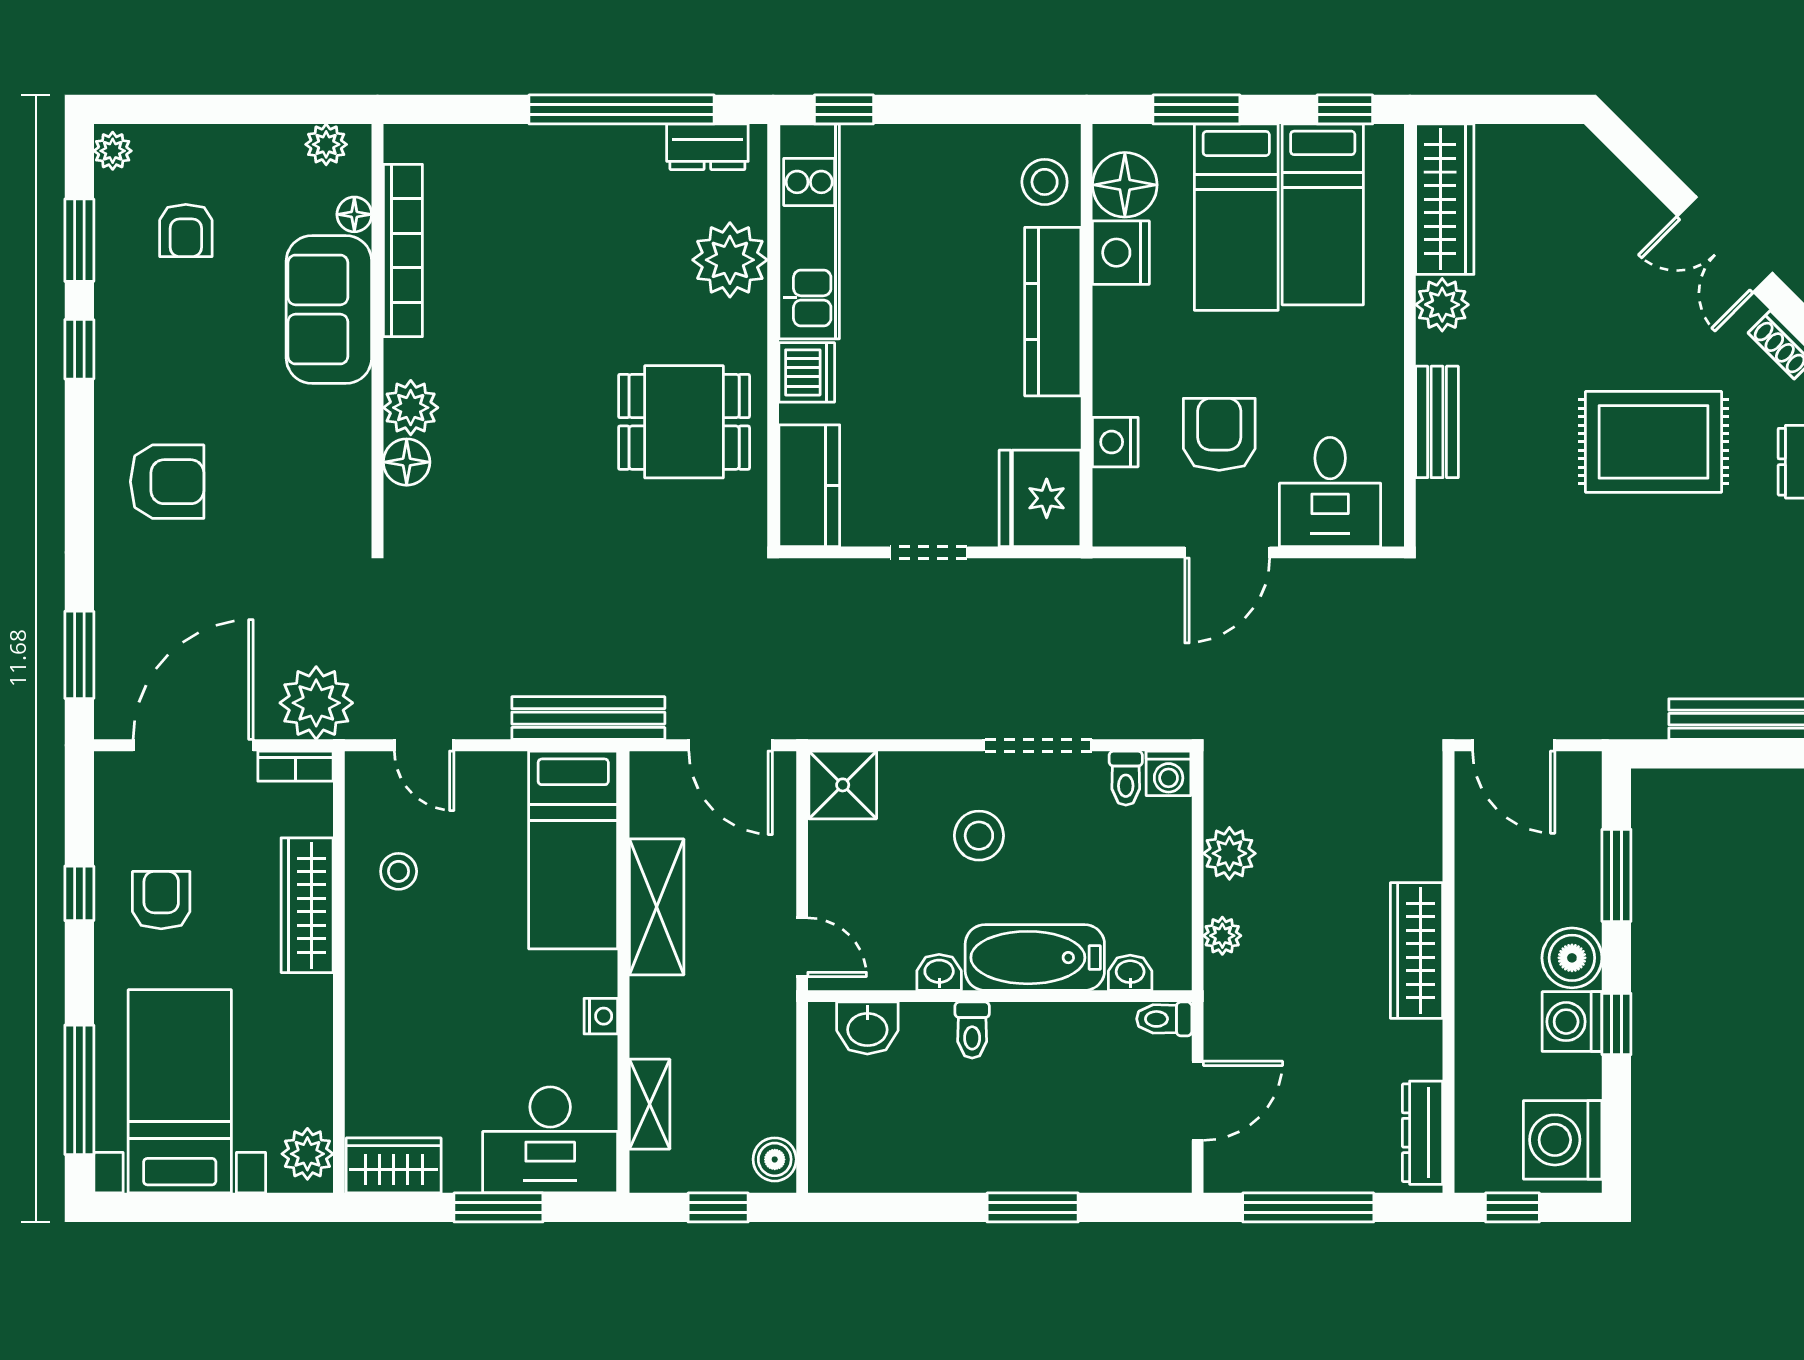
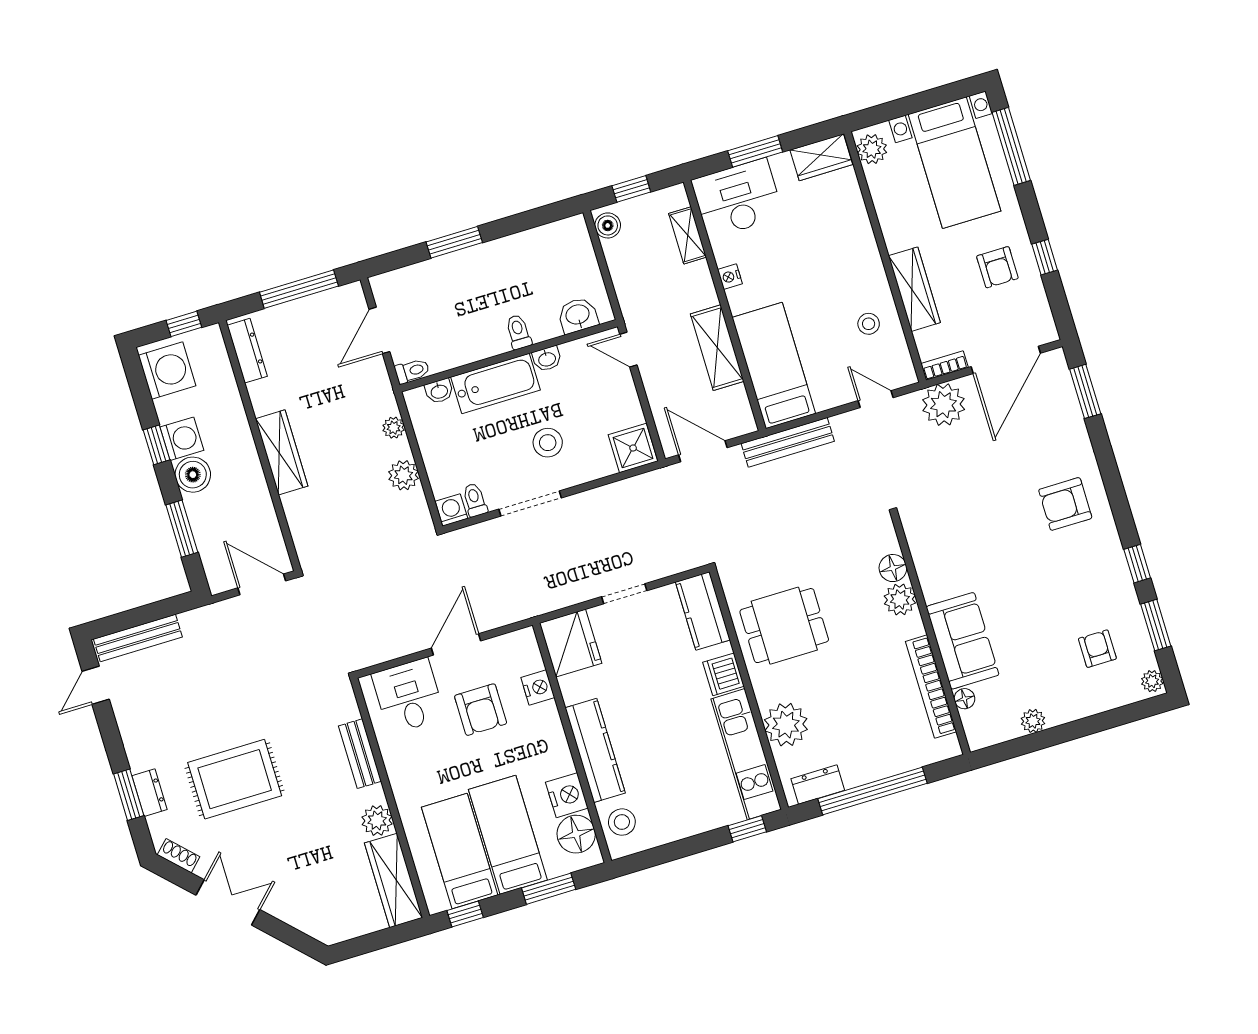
floor lamp: (354, 214) -> (964, 699), moved
bookcase: (403, 250) -> (931, 687), moved
sofa: (329, 310) -> (963, 641), moved
wall: (377, 335) -> (931, 635), moved
plant: (411, 408) -> (900, 599), moved
floor lamp: (407, 462) -> (893, 568), moved

